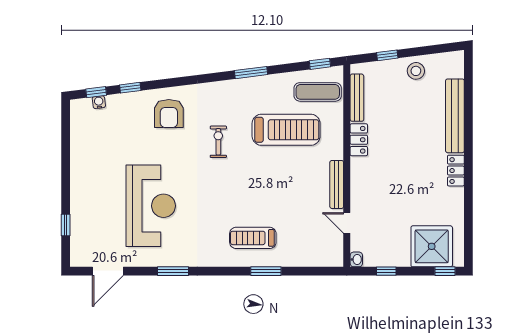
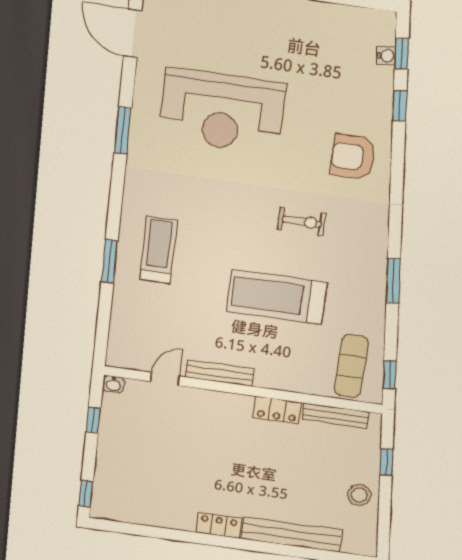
treadmill: (286, 130) -> (277, 297), moved, turned 90
shower: (432, 246) -> (121, 482), removed

